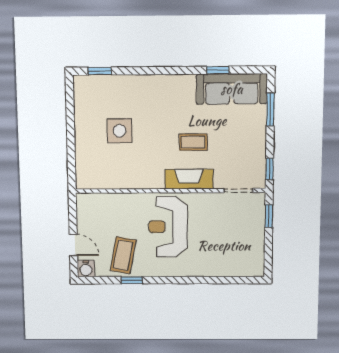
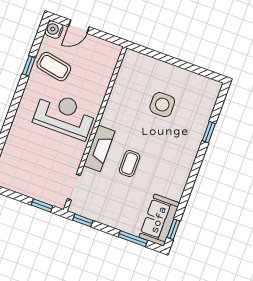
window: (218, 70) -> (174, 229), moved
window: (100, 71) -> (209, 132), moved
sofa: (232, 89) -> (159, 220), width x0.73

